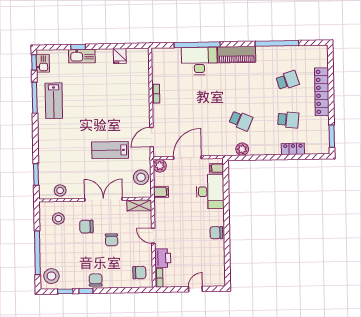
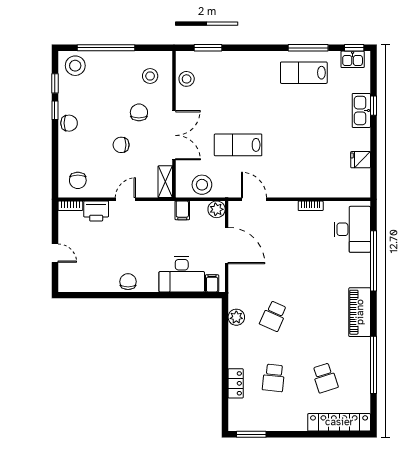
desk: (199, 61) -> (352, 229), moved
locker: (322, 92) -> (339, 422), moved
lab bench: (110, 150) -> (238, 145), turned -90

